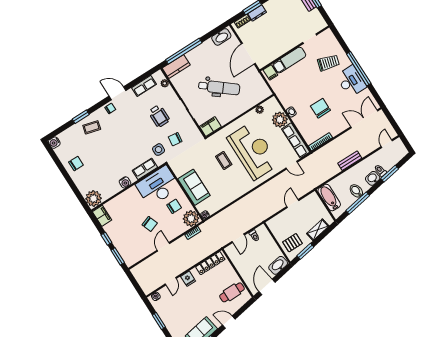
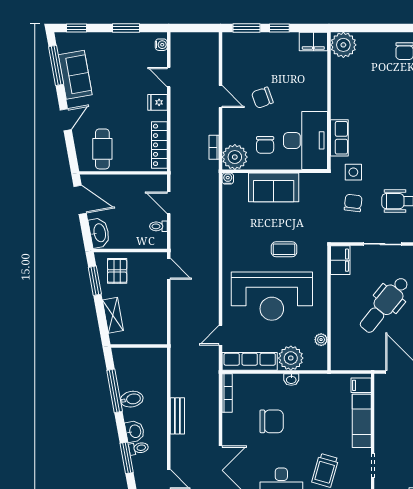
water cooler: (125, 182) -> (338, 100), removed
bathtub: (329, 198) -> (146, 358), removed
door: (293, 203) -> (169, 269), moved

